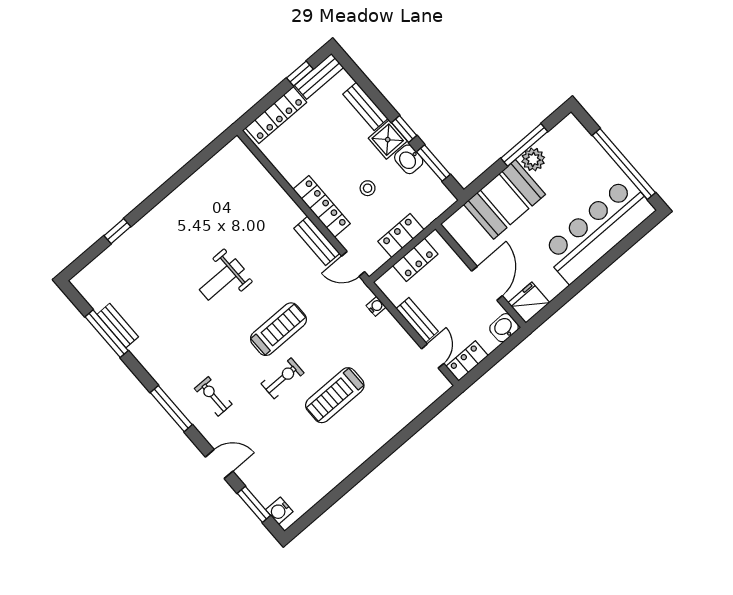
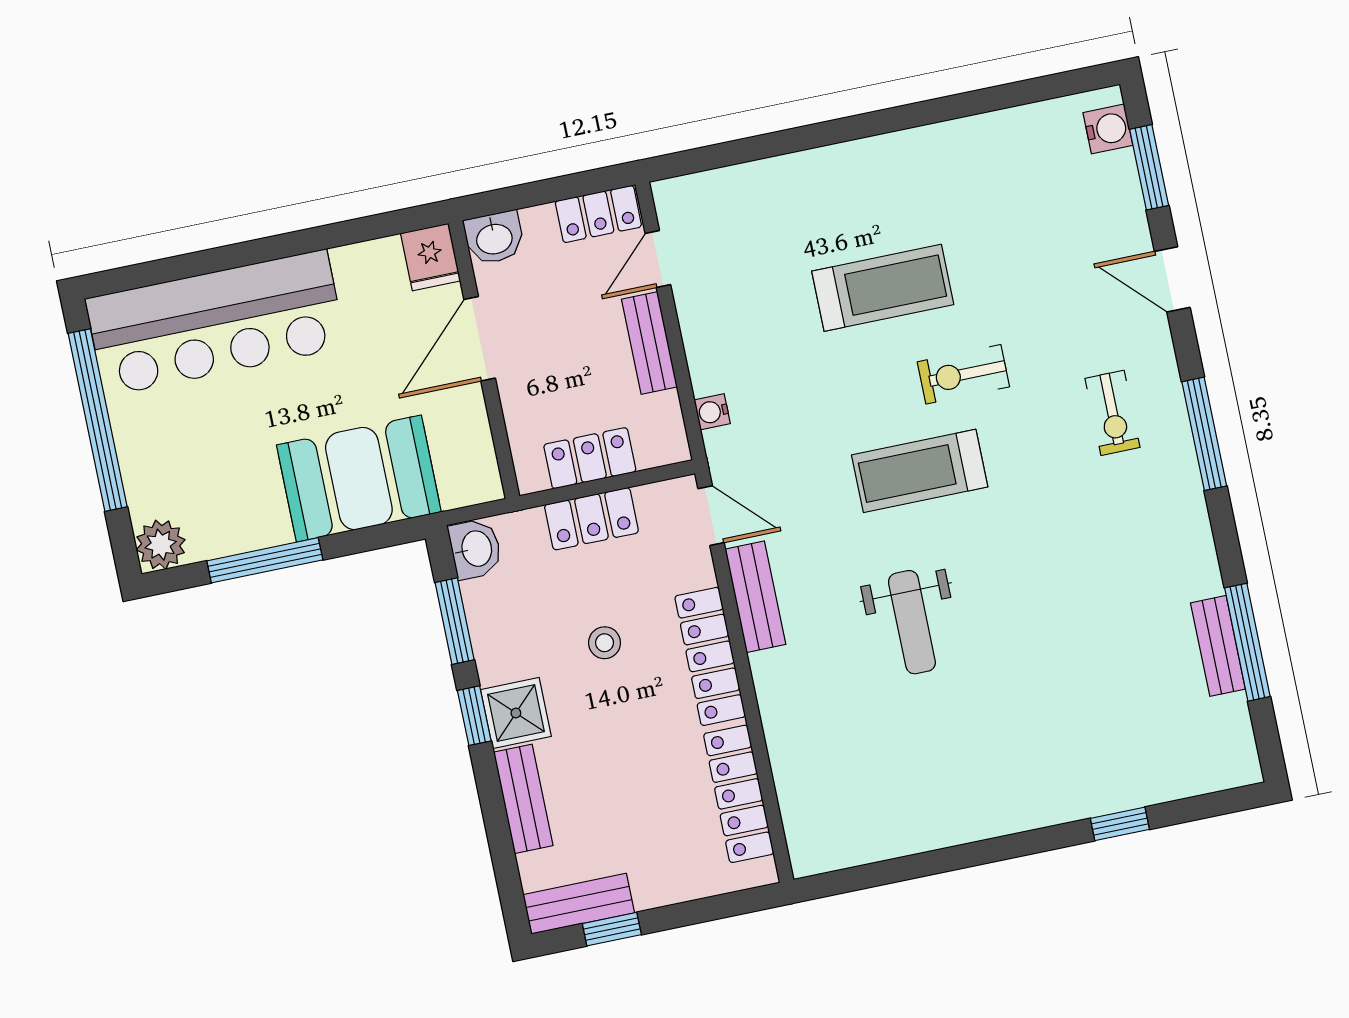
locker: (276, 115) -> (739, 794), moved, turned -90
washbasin: (409, 159) -> (475, 549), moved
plant: (533, 159) -> (161, 545), moved
weight bench: (222, 279) -> (912, 622), moved, turned 90
fridge: (529, 303) -> (430, 257), width x0.72

